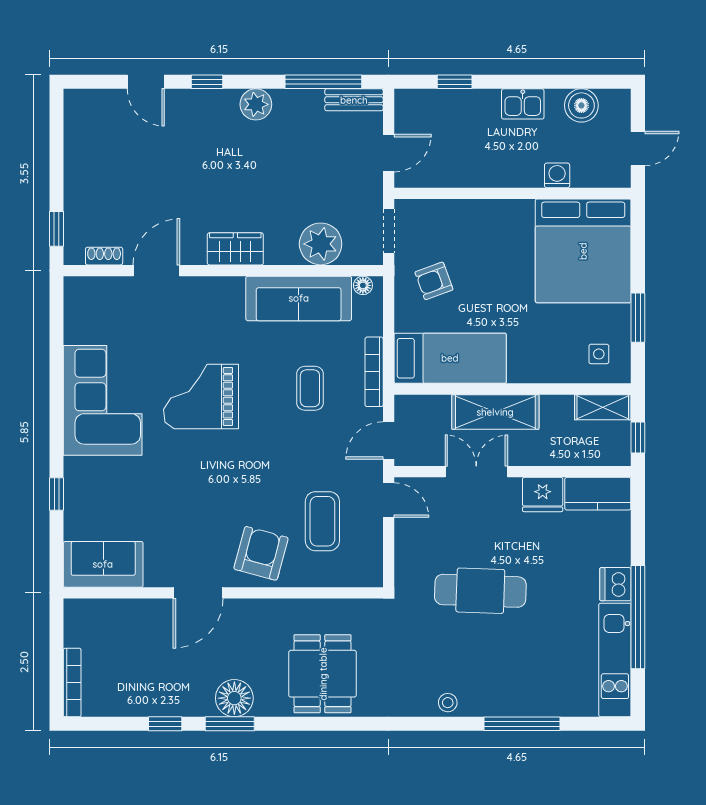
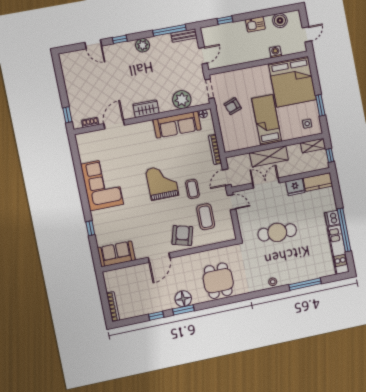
bed: (450, 358) -> (267, 120), moved, turned -90
coffee table: (310, 388) -> (193, 189), moved
grand piano: (201, 396) -> (162, 182), moved, turned 90

